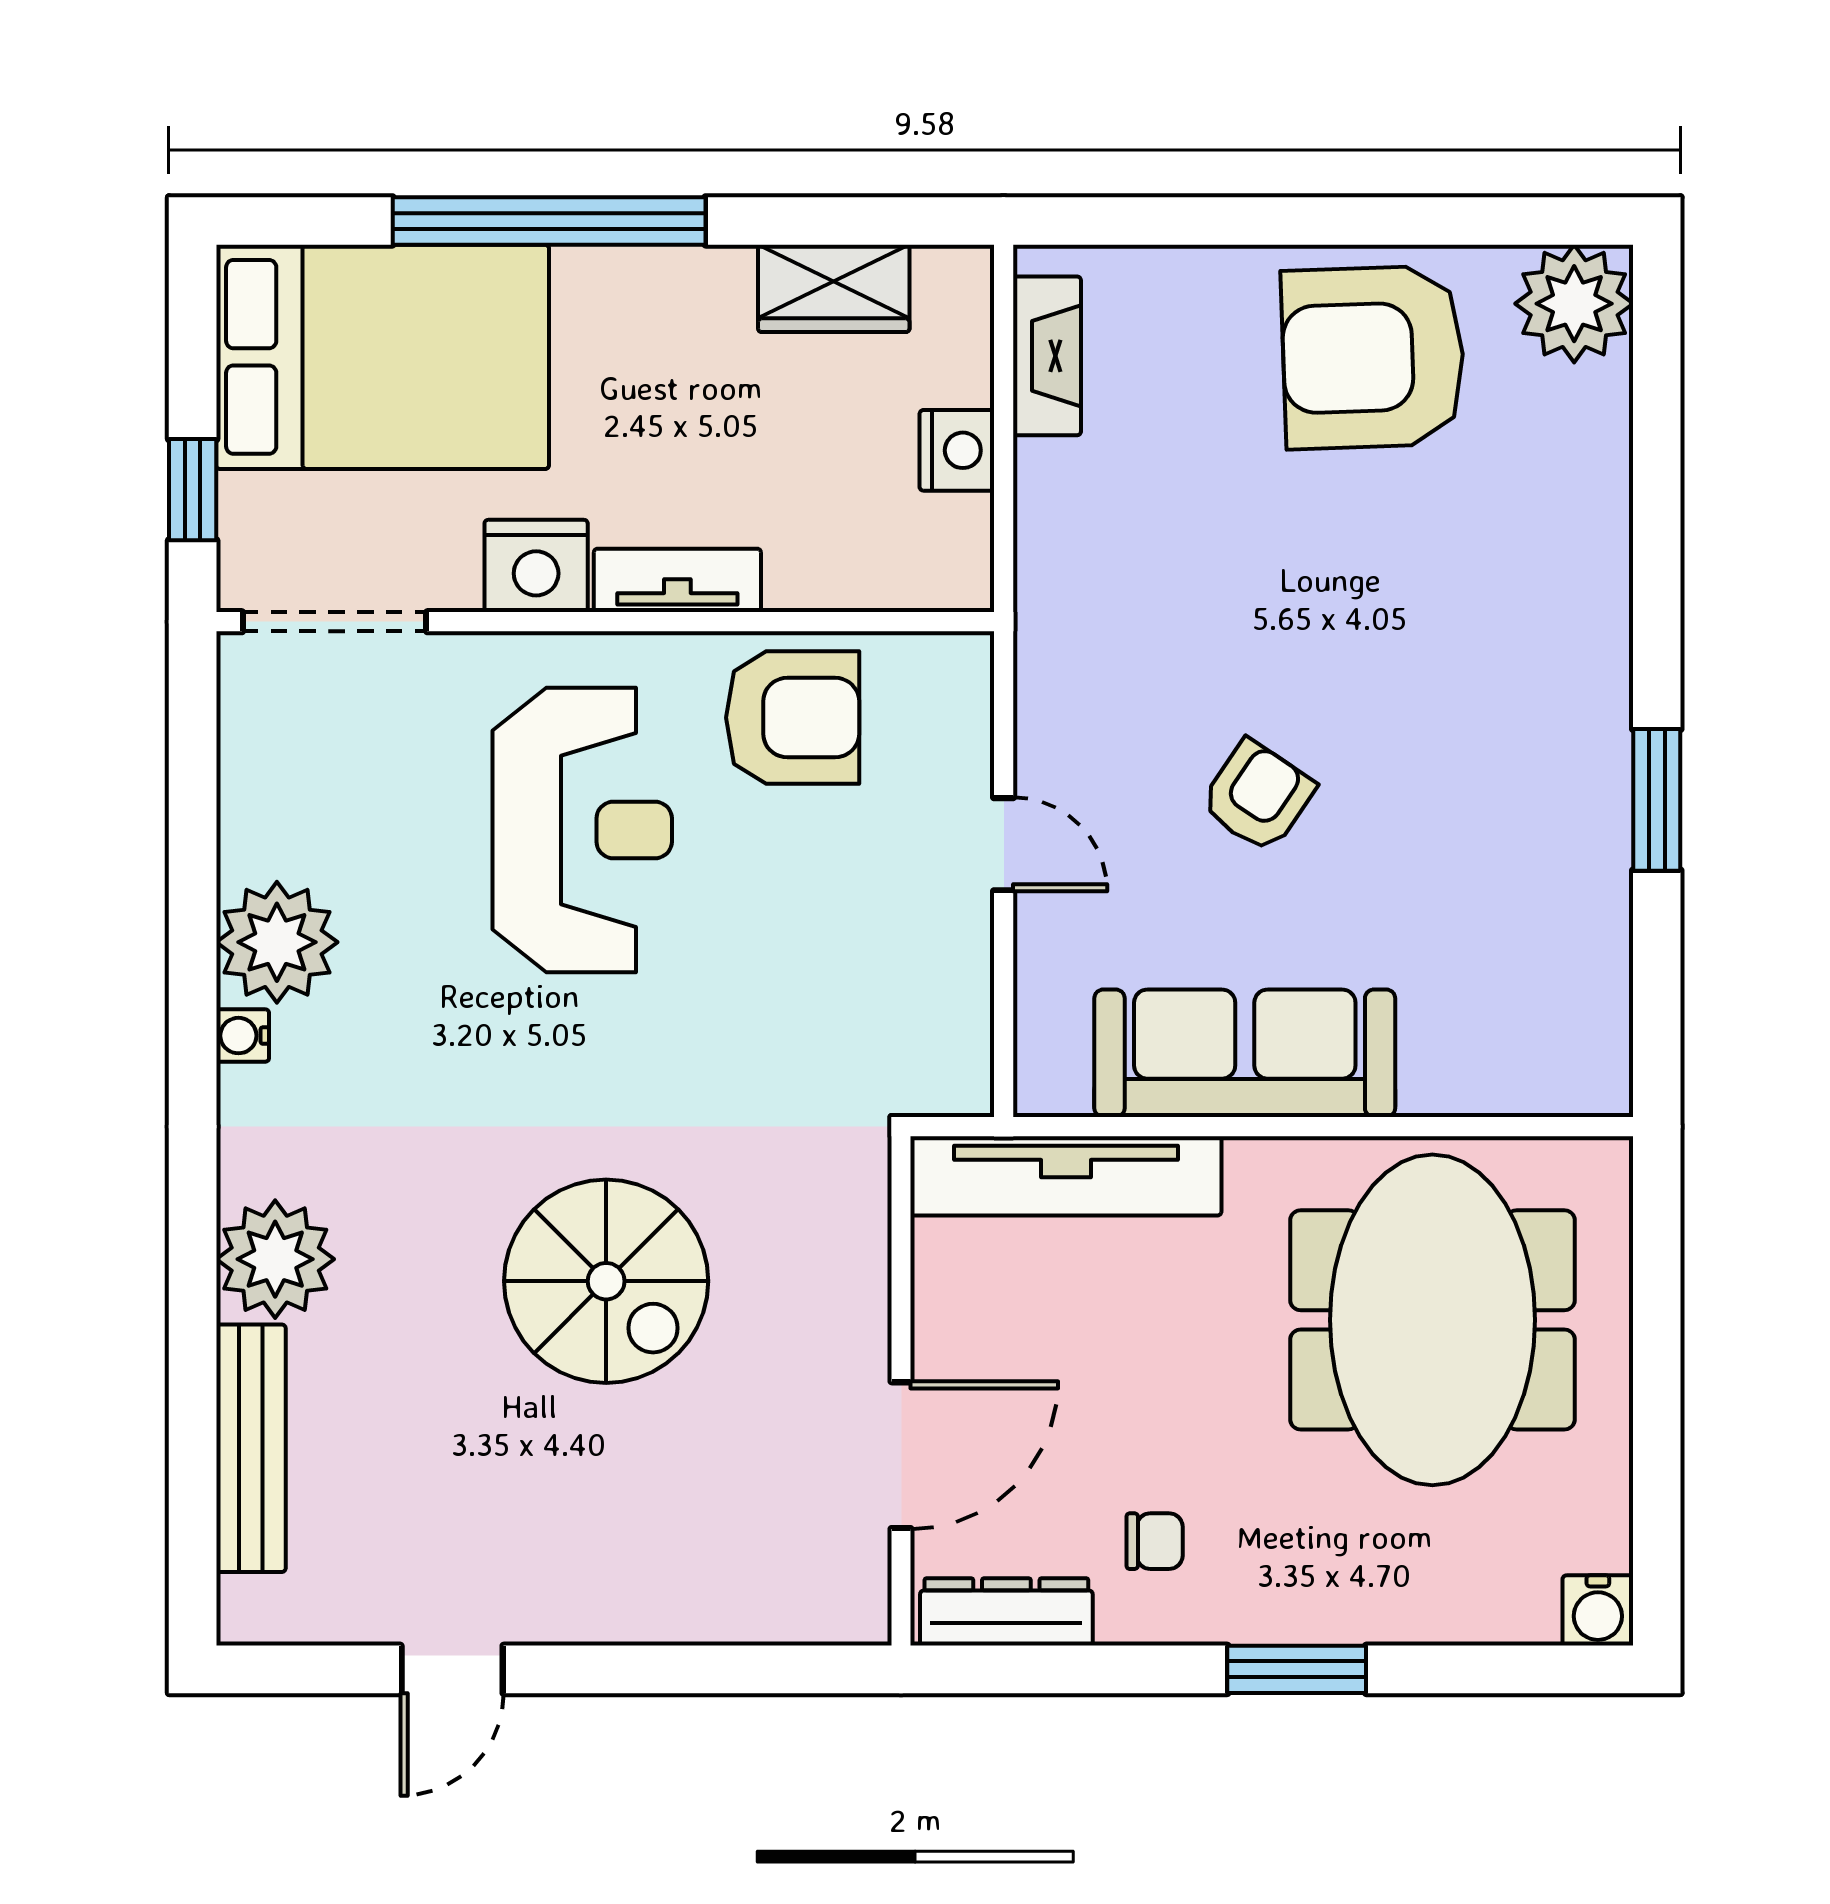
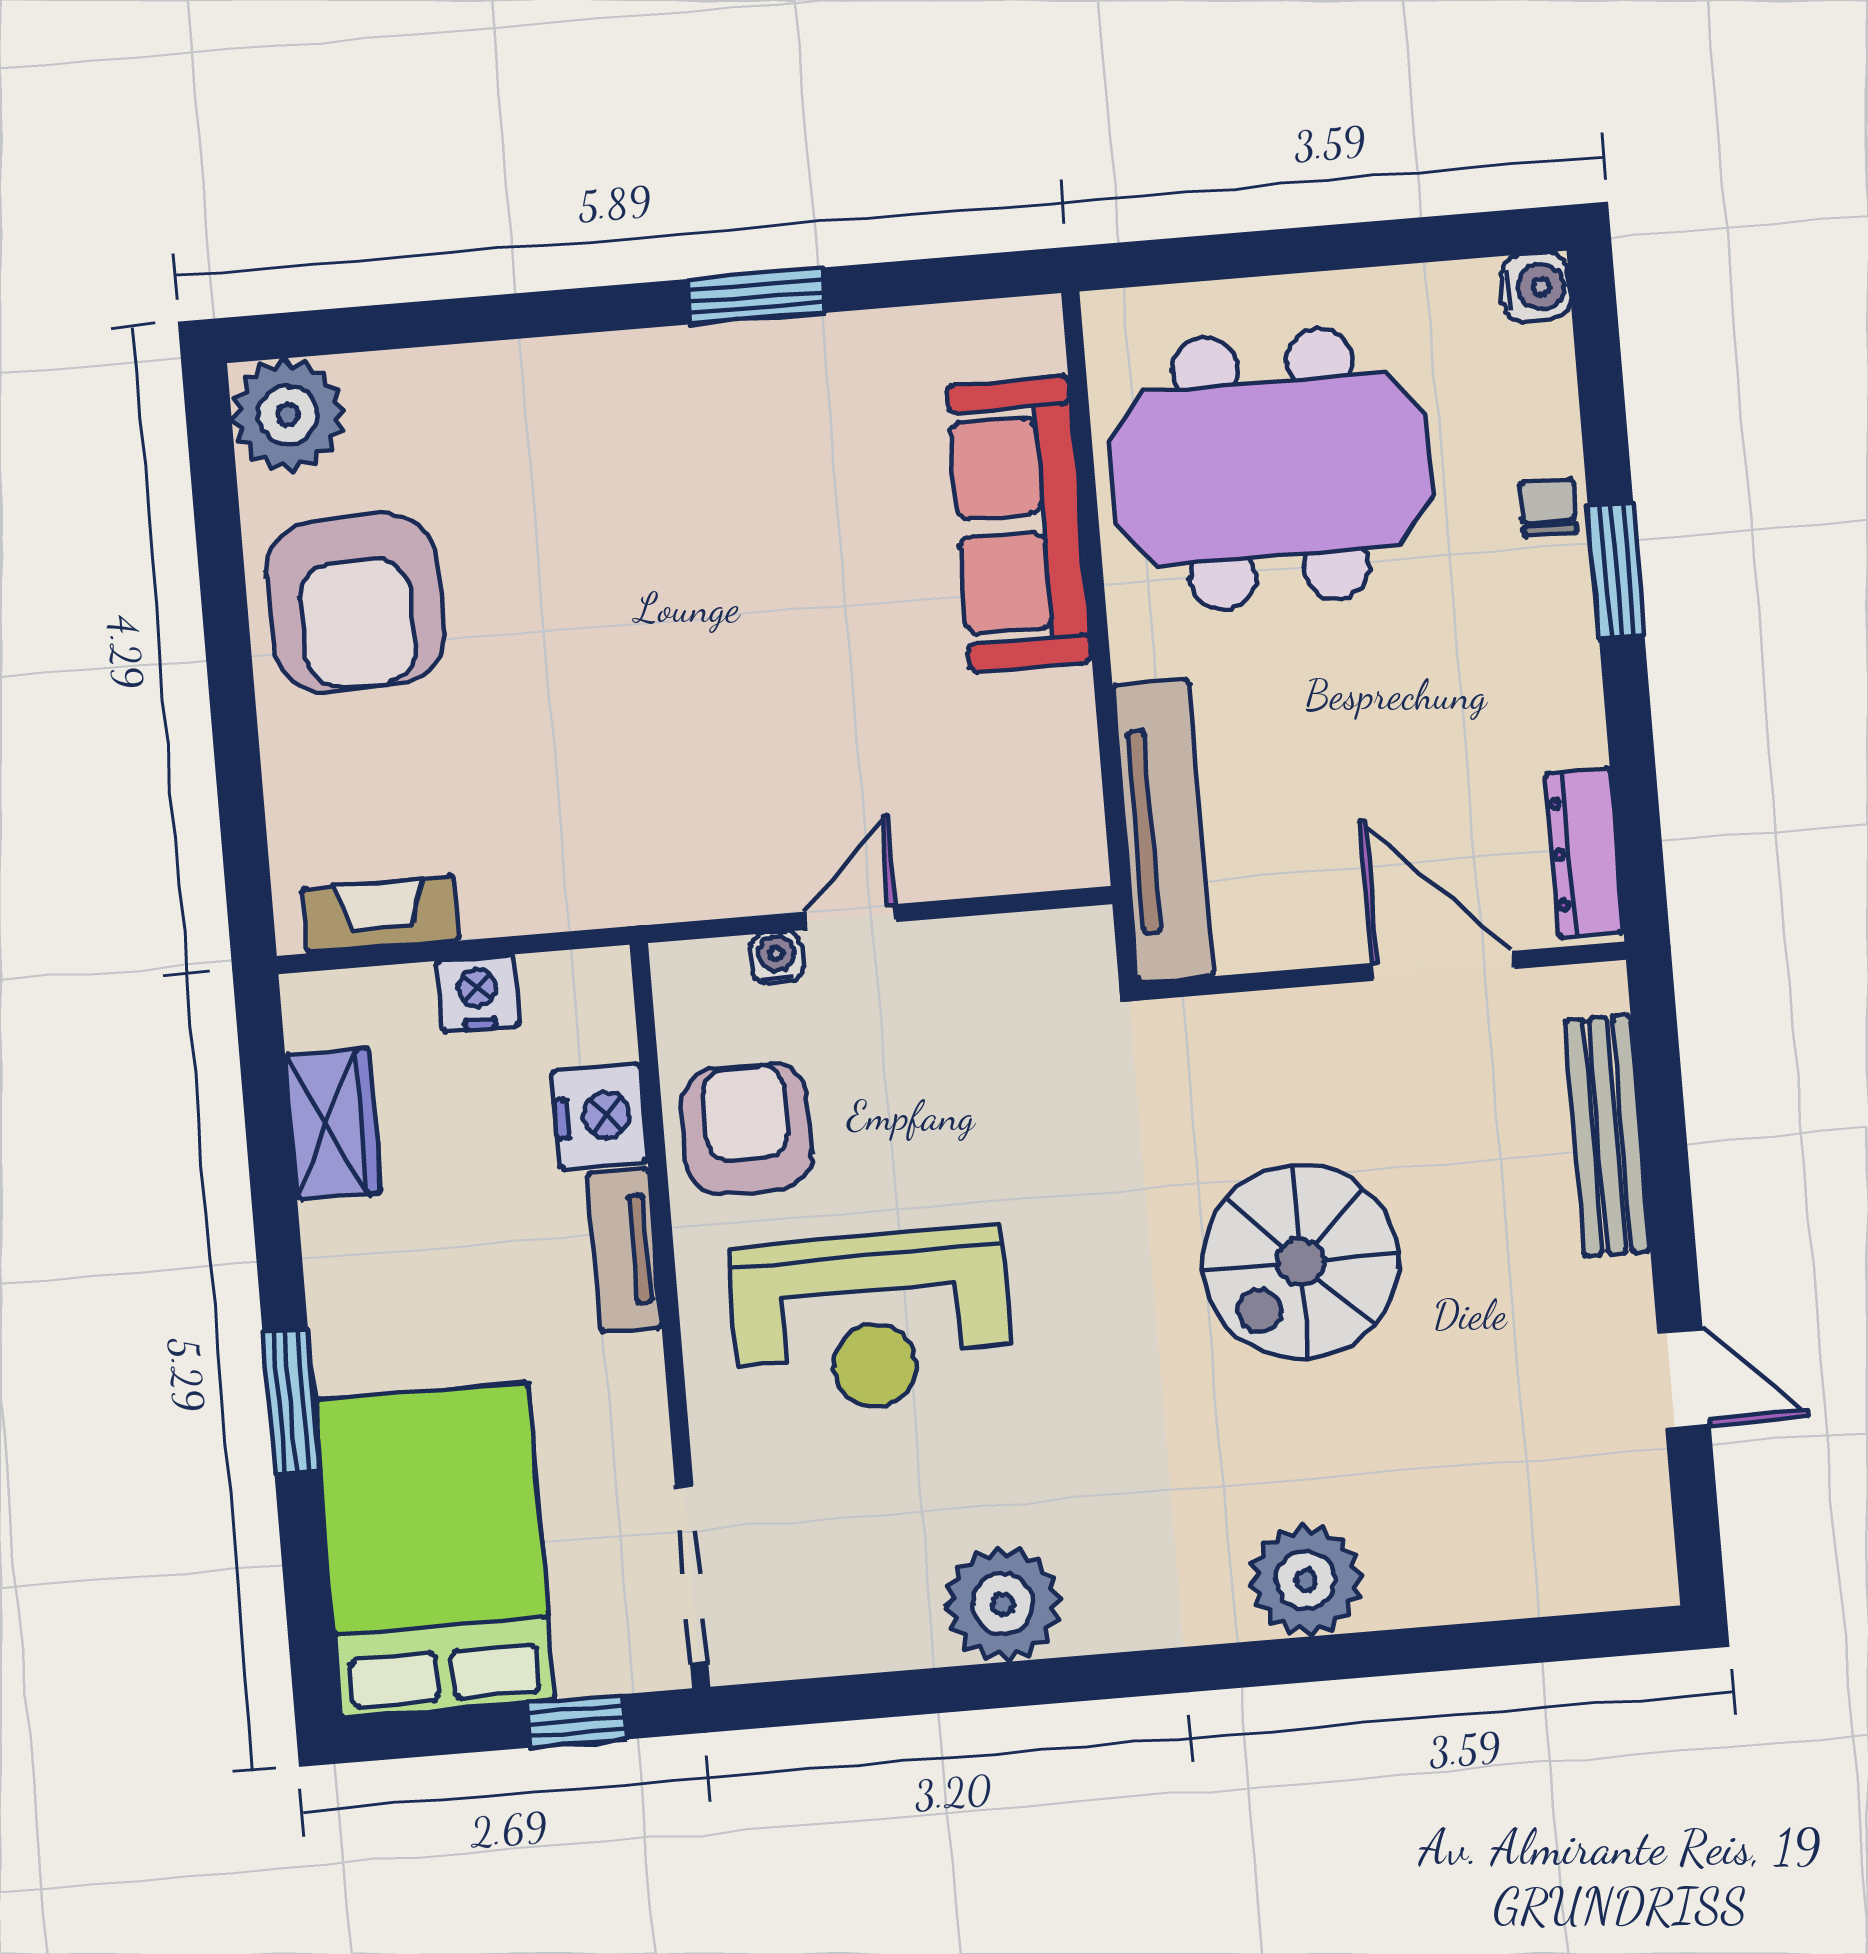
window: (549, 221) -> (291, 1402), width x0.47
nightstand: (536, 566) -> (600, 1116), moved
armchair: (1258, 796) -> (784, 678), removed
reception desk: (582, 830) -> (871, 1321), turned 180
water cooler: (243, 1036) -> (777, 958), moved, turned 180
sofa: (1245, 1053) -> (1019, 524), moved
spiral stairs: (606, 1281) -> (1300, 1262), turned 180
bench: (251, 1448) -> (1607, 1136), moved, turned 90
chair: (1155, 1541) -> (1548, 507), moved

